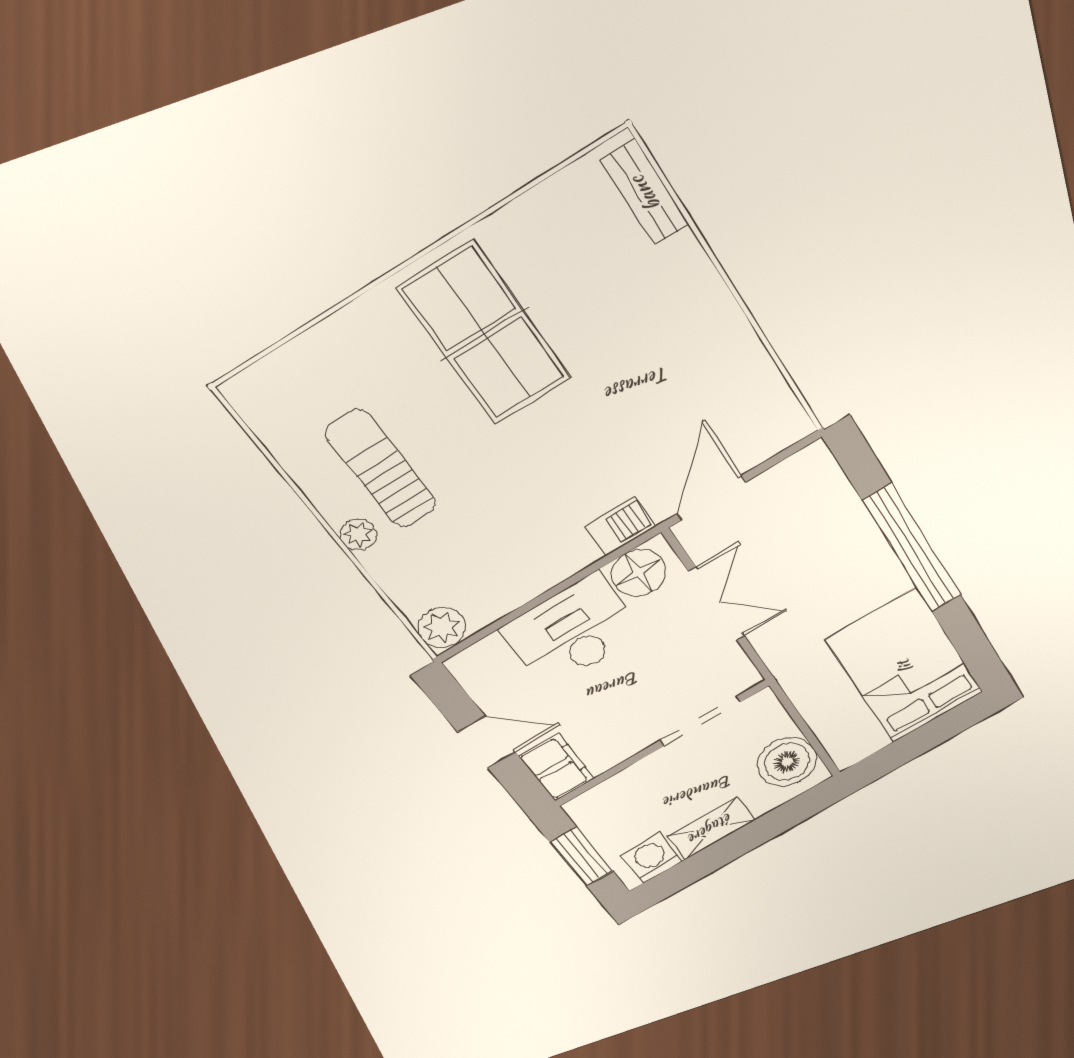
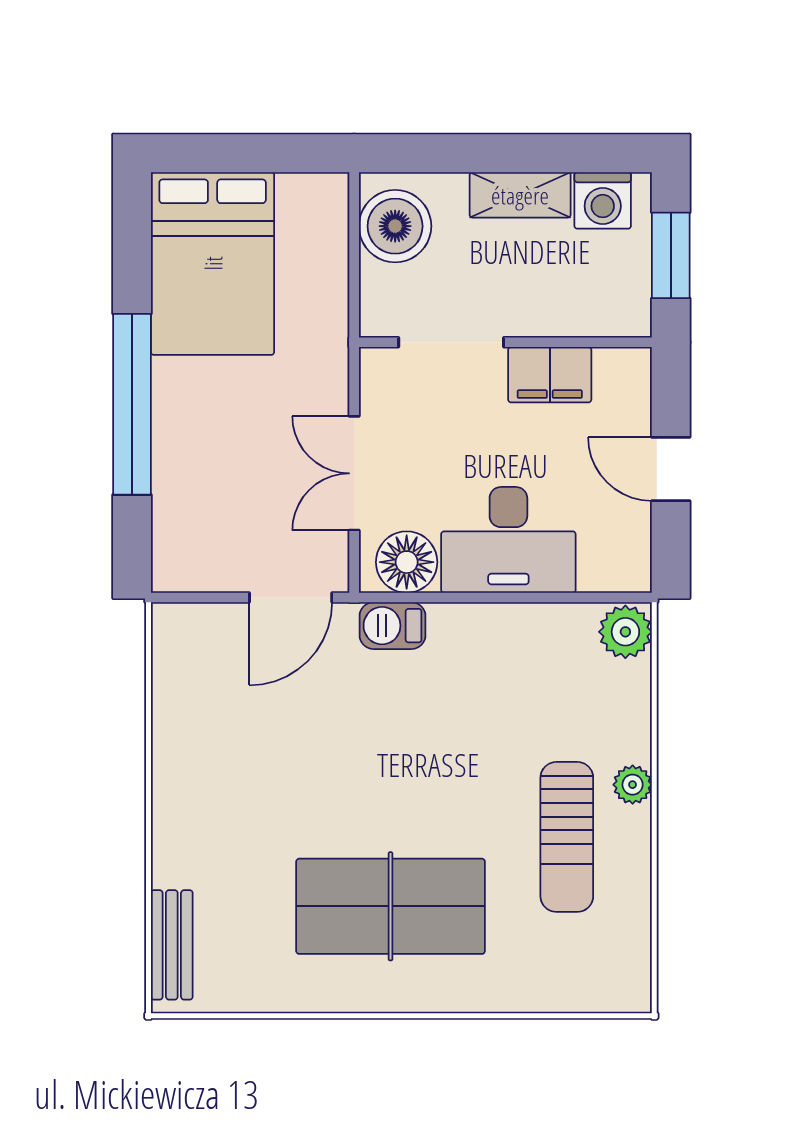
table tennis table: (484, 334) -> (391, 906), turned 90
filing cabinet: (556, 767) -> (550, 375), moved, turned -90

